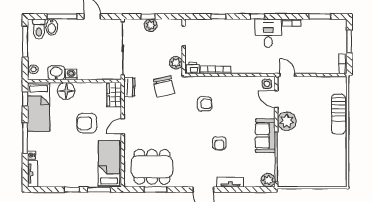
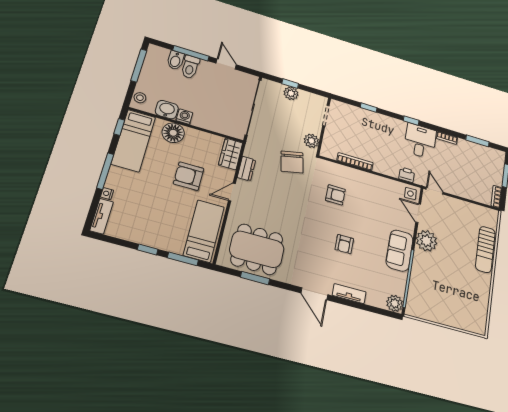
toilet: (39, 29) -> (190, 67), moved
printer: (193, 68) -> (407, 175), moved
dresser: (129, 87) -> (246, 169), moved

